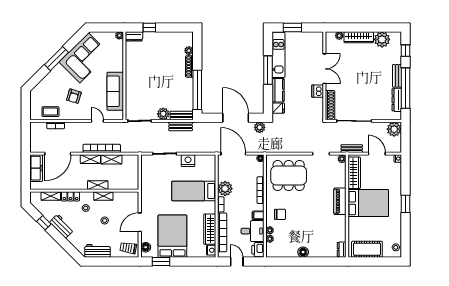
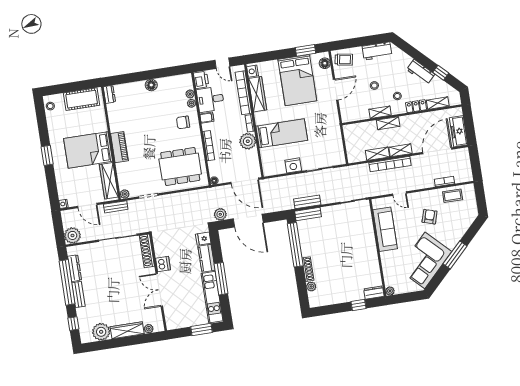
plant: (163, 114) -> (328, 213), removed

